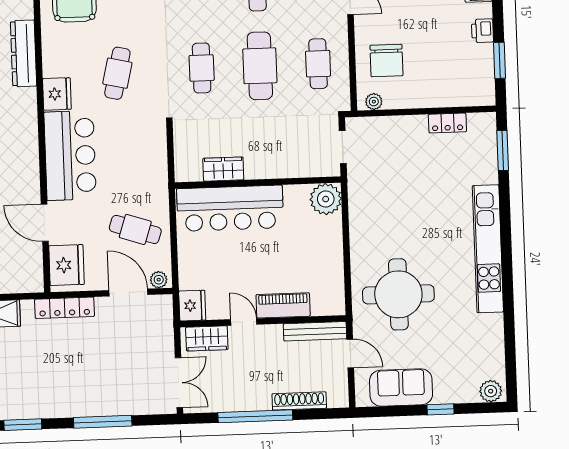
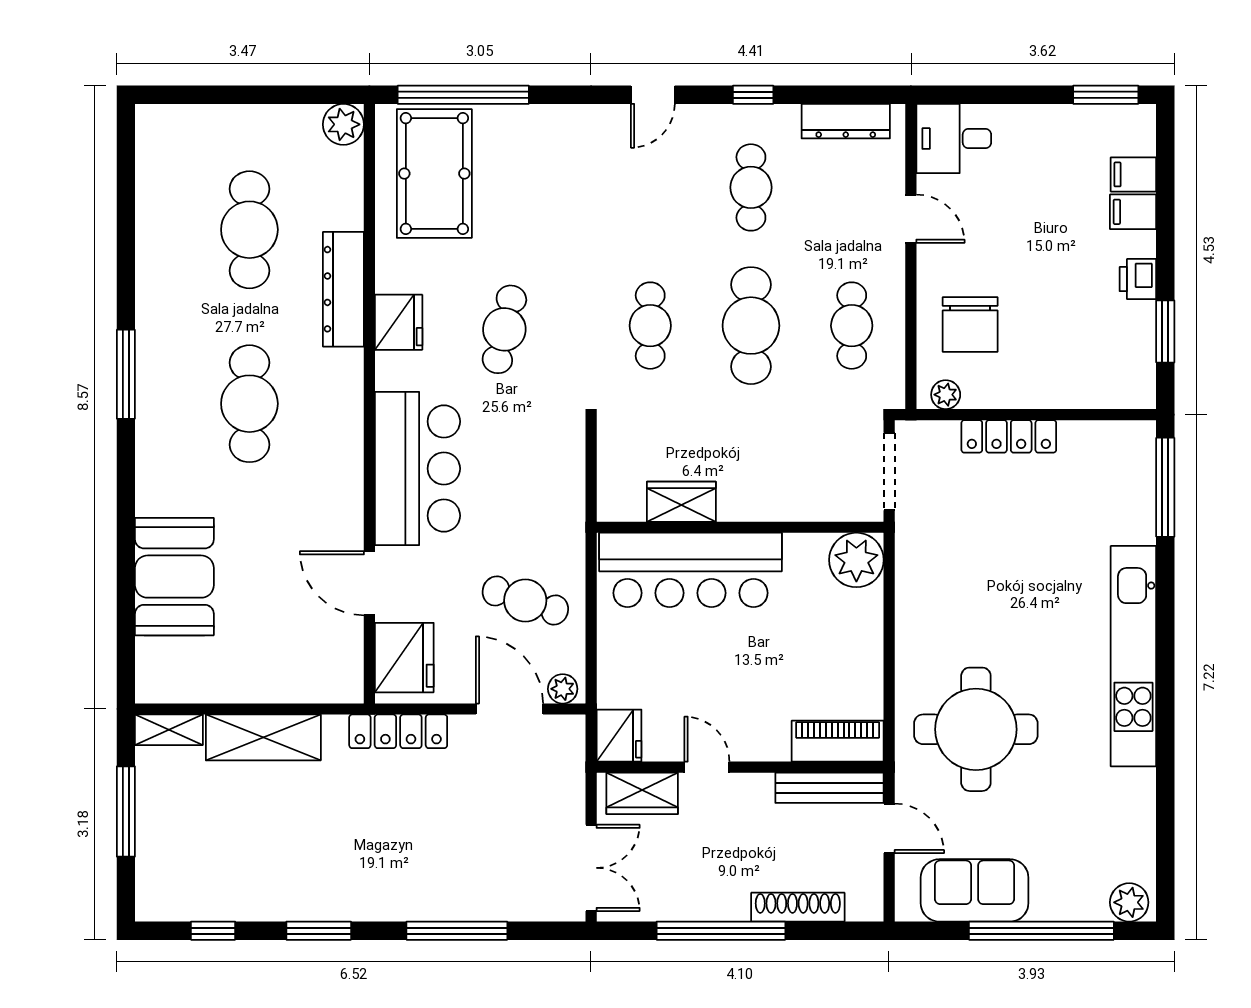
fridge: (57, 94) -> (399, 322), moved
locker: (447, 123) -> (1009, 436), moved, width x1.53
doorway: (343, 147) -> (889, 472), width x1.38
window: (503, 150) -> (1165, 487), width x1.44
piano: (283, 305) -> (838, 741), moved
window: (440, 409) -> (1041, 931), width x3.17

